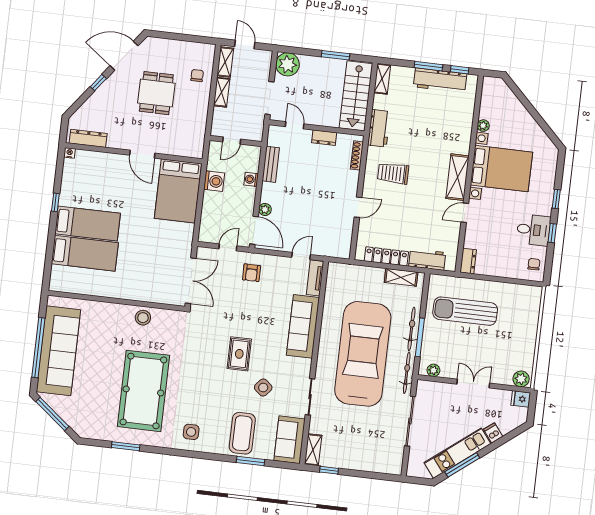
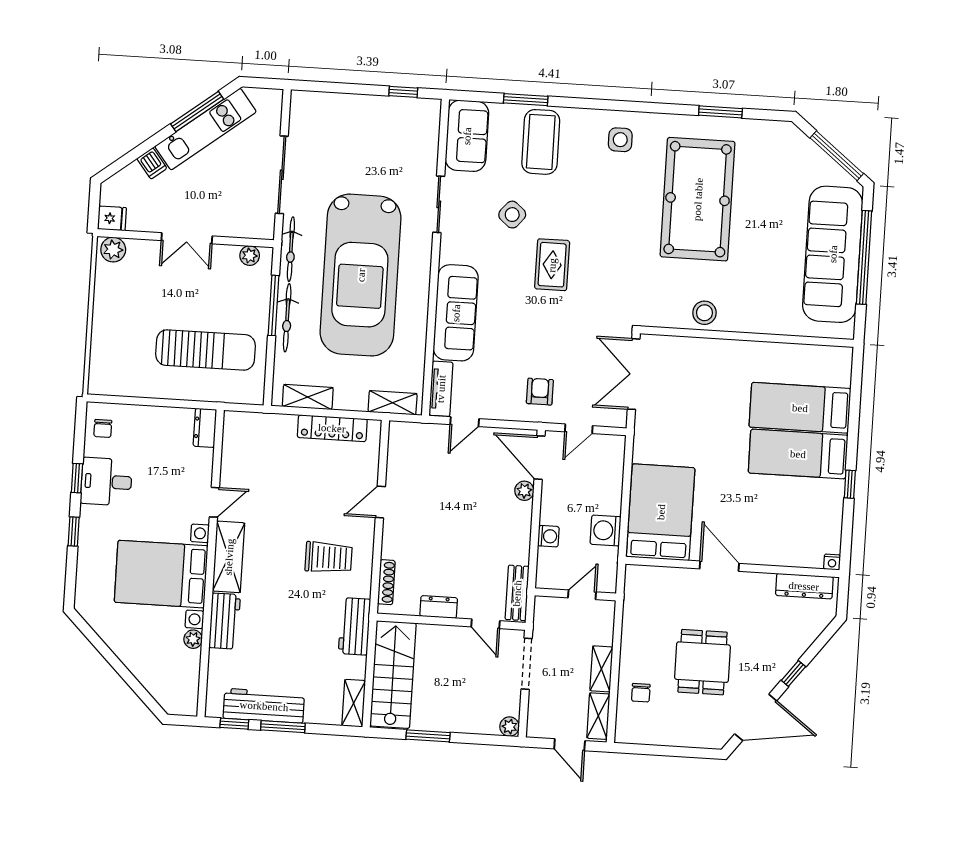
plant: (288, 64) -> (509, 727), width x0.53, depth x0.53
bench: (271, 164) -> (517, 593), moved
workbench: (427, 259) -> (225, 621), moved, turned -90
shelving: (313, 450) -> (393, 403), moved, turned 90

